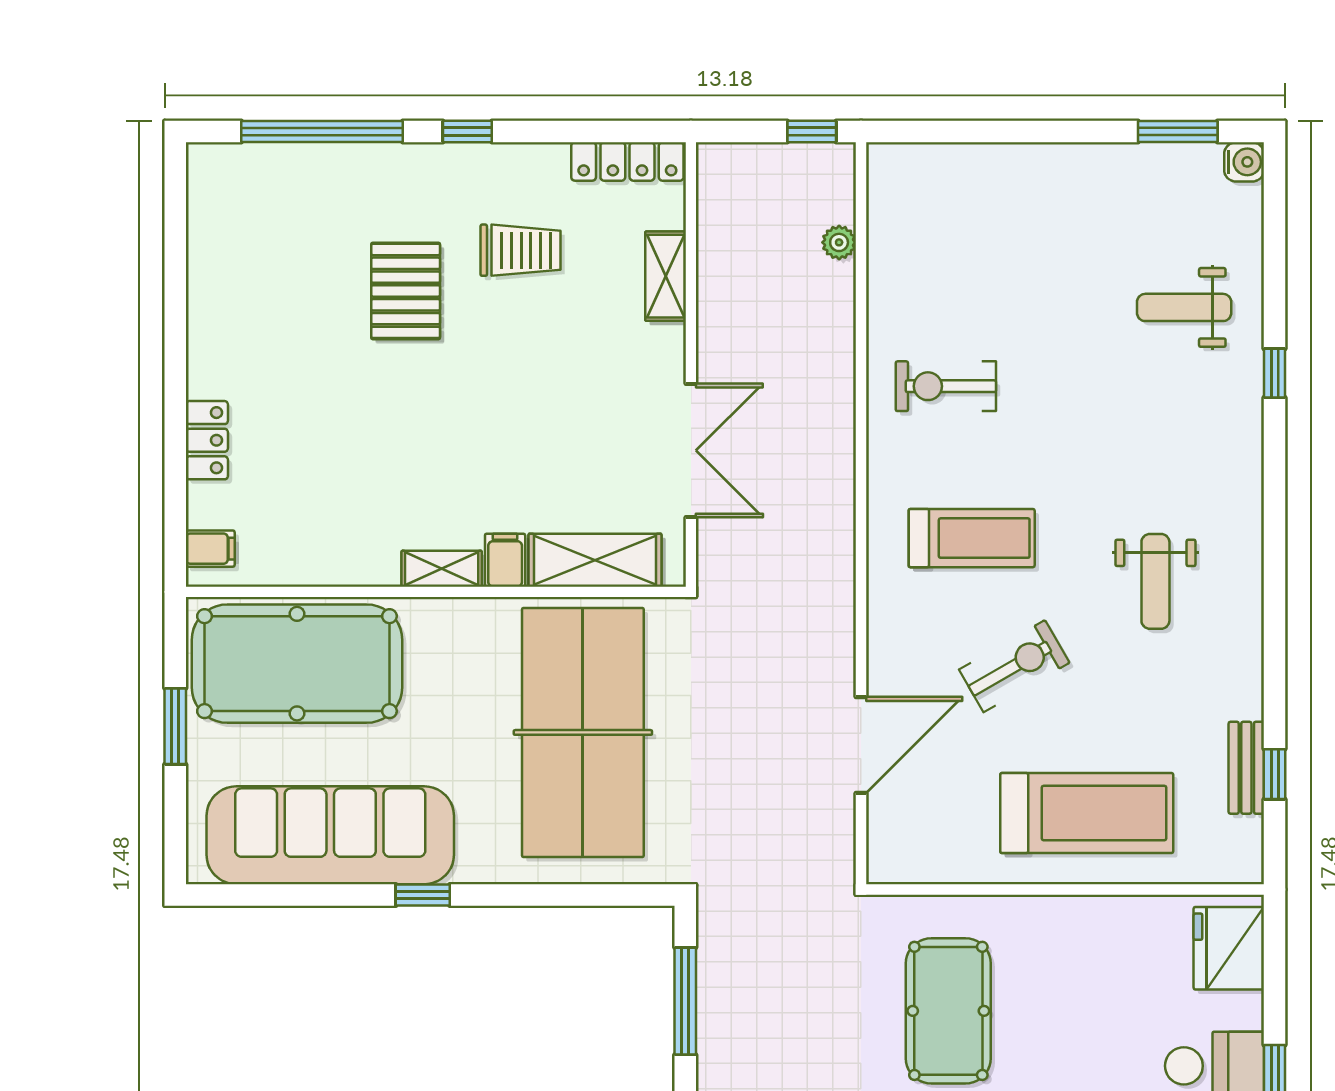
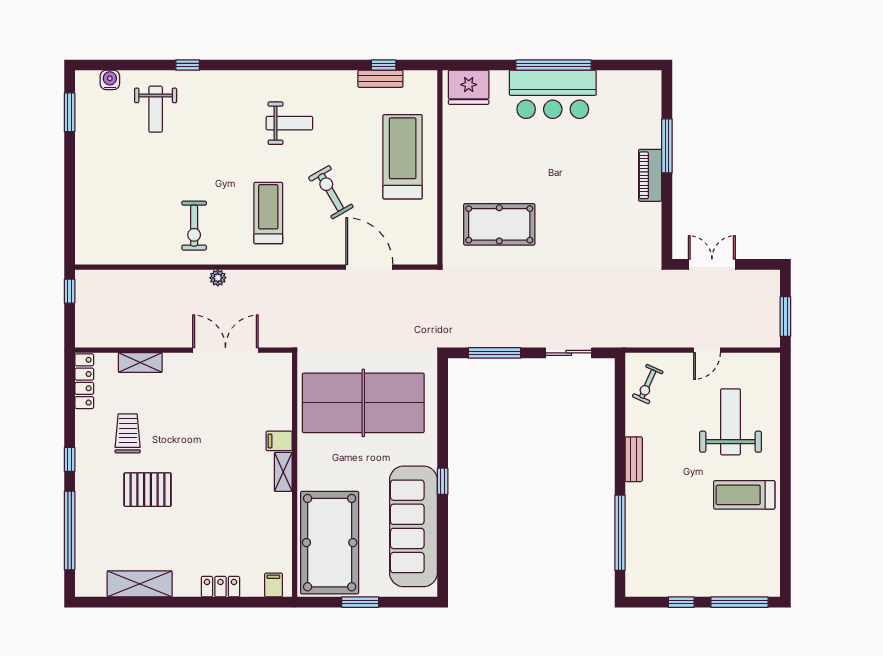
water cooler: (1244, 162) -> (110, 80), moved
plant: (839, 242) -> (218, 278), moved
shelving: (595, 560) -> (140, 584), moved, turned 90

